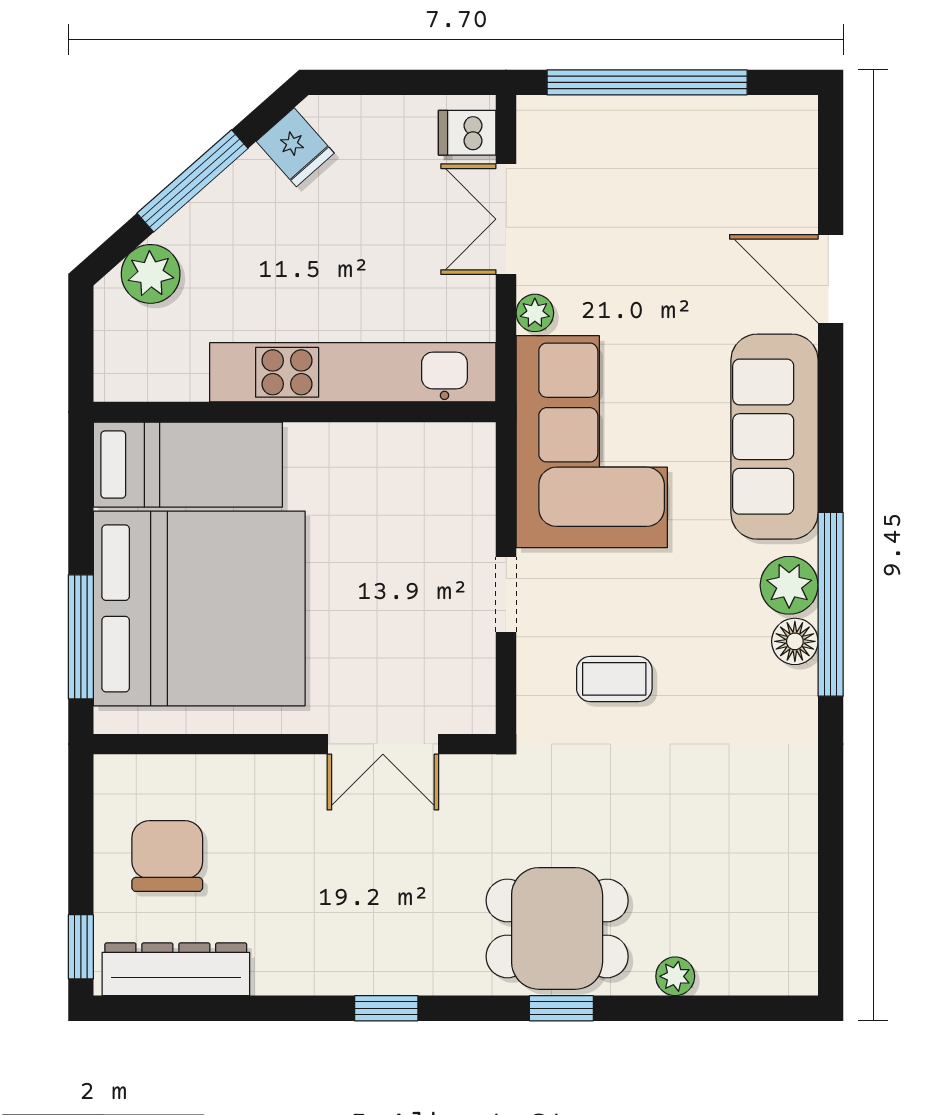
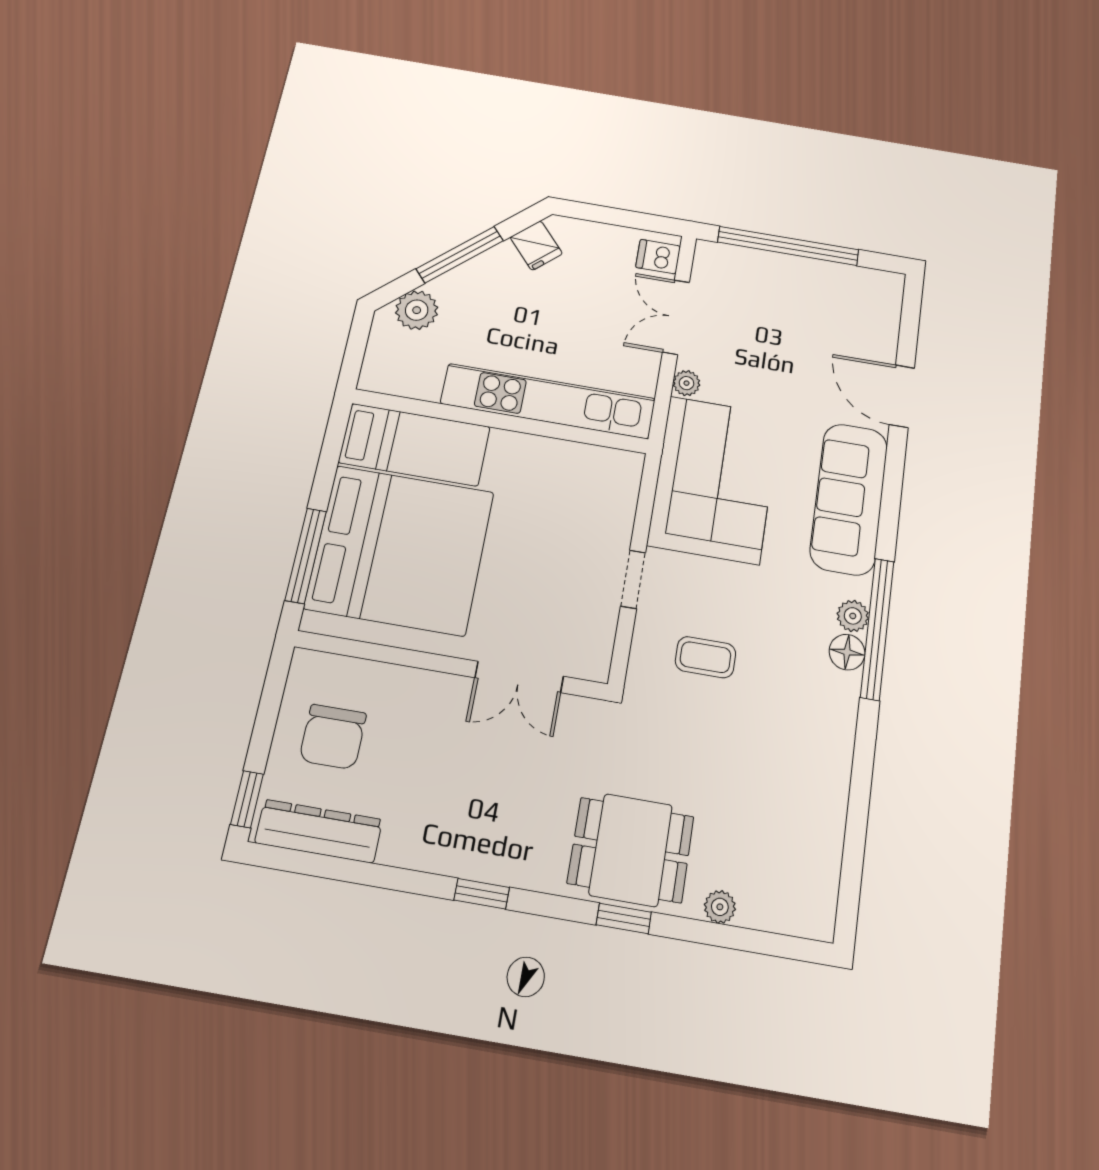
plant: (789, 585) -> (853, 616), width x0.73, depth x0.73
chair: (167, 856) -> (333, 737), turned 180

